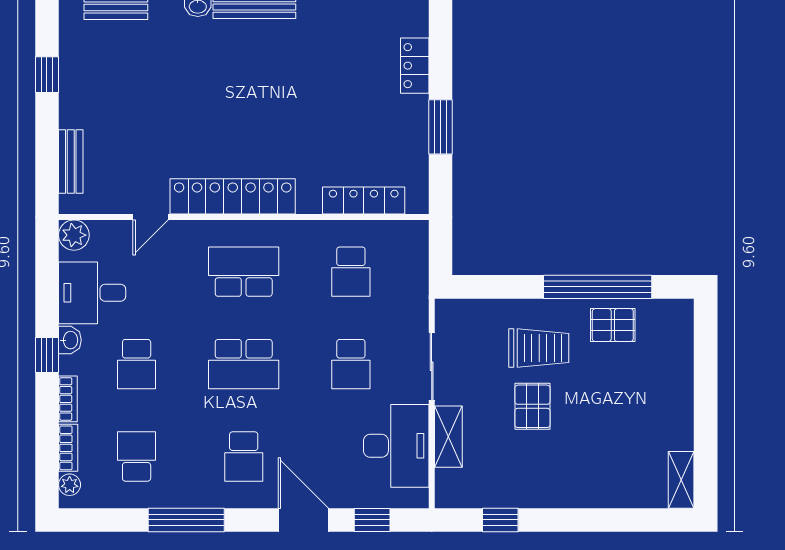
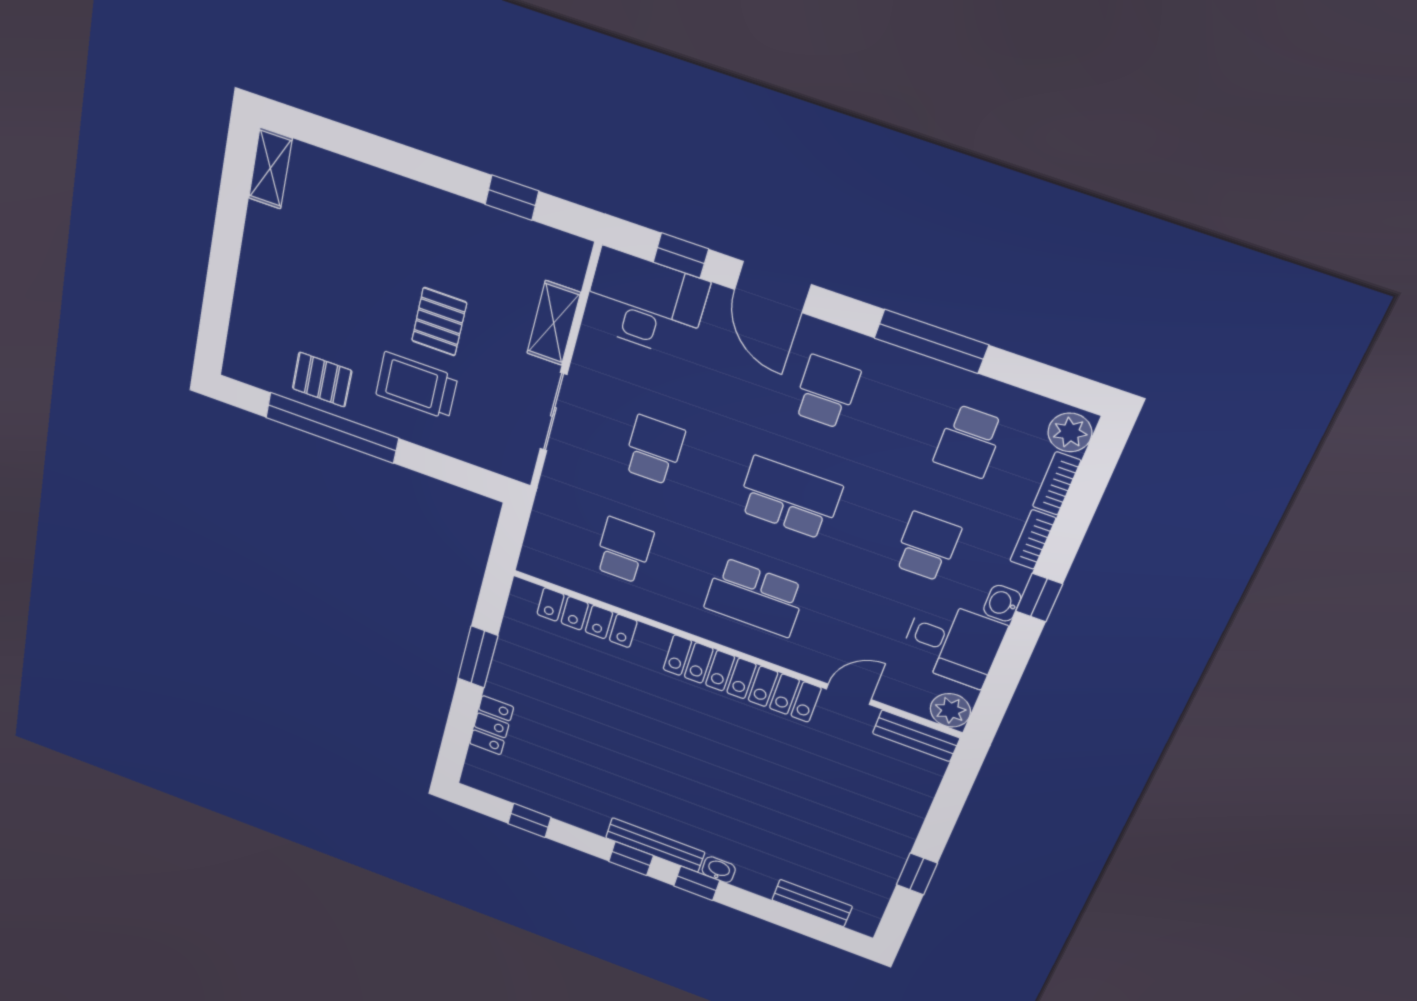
bench: (71, 162) -> (916, 736), moved, turned 90
desk: (396, 446) -> (645, 303), moved, turned 90
plant: (70, 485) -> (1070, 432), width x1.38, depth x1.38

